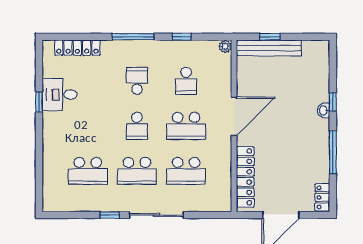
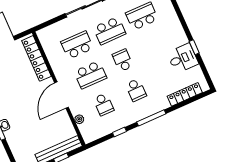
plant: (225, 46) -> (79, 119), moved
school desk: (186, 81) -> (104, 104), turned 180
school desk: (186, 126) -> (90, 75), turned 180
school desk: (137, 171) -> (109, 31), turned 180

